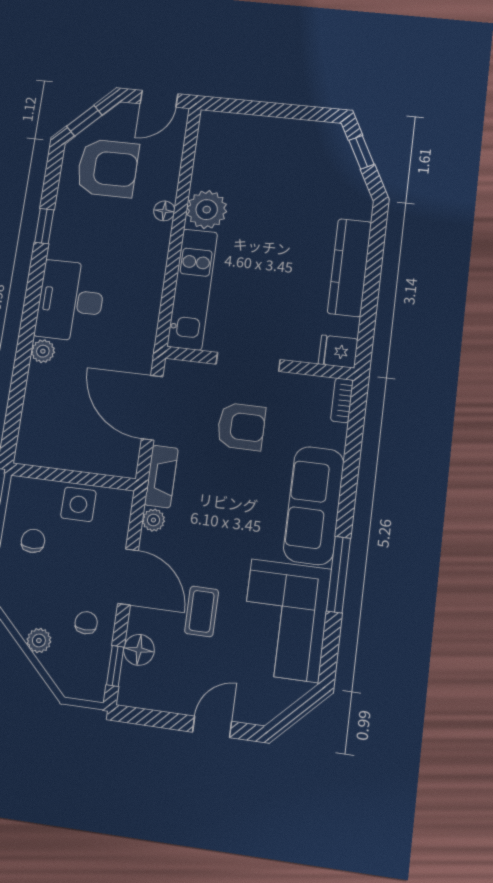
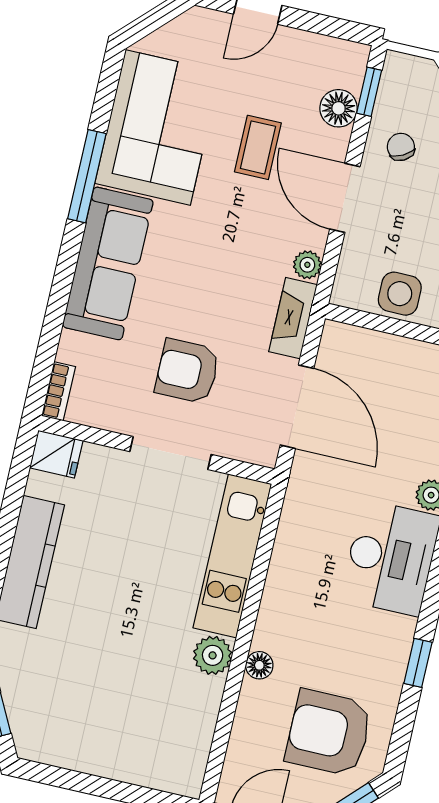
plant: (207, 210) -> (213, 655), width x0.73, depth x0.73
chair: (86, 623) -> (401, 147), turned 152

